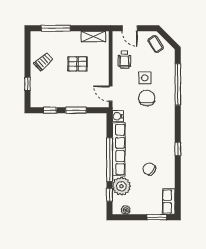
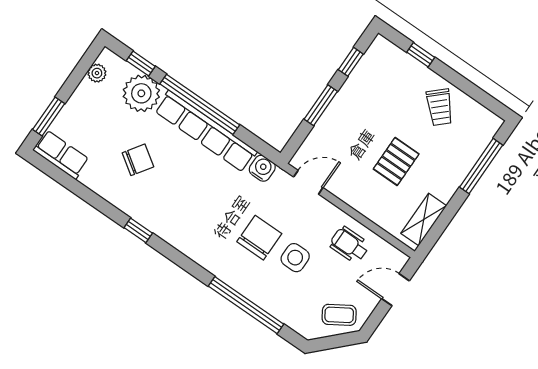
chair: (147, 98) -> (259, 238), turned -90

